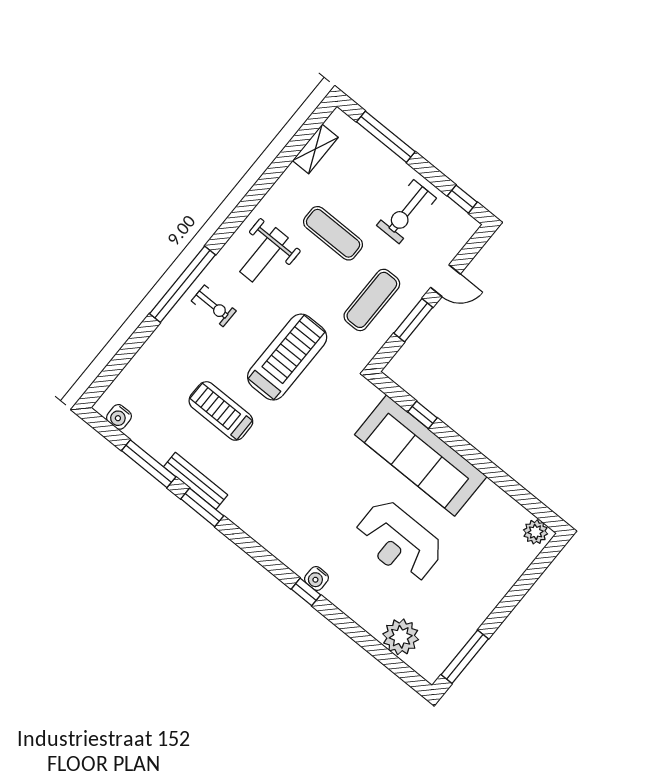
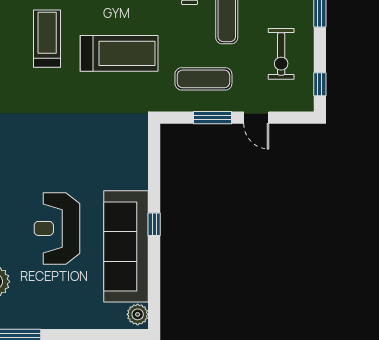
exercise bike: (406, 212) -> (281, 54), turned -90
window: (422, 415) -> (154, 224), moved
sofa: (421, 456) -> (126, 246), moved

